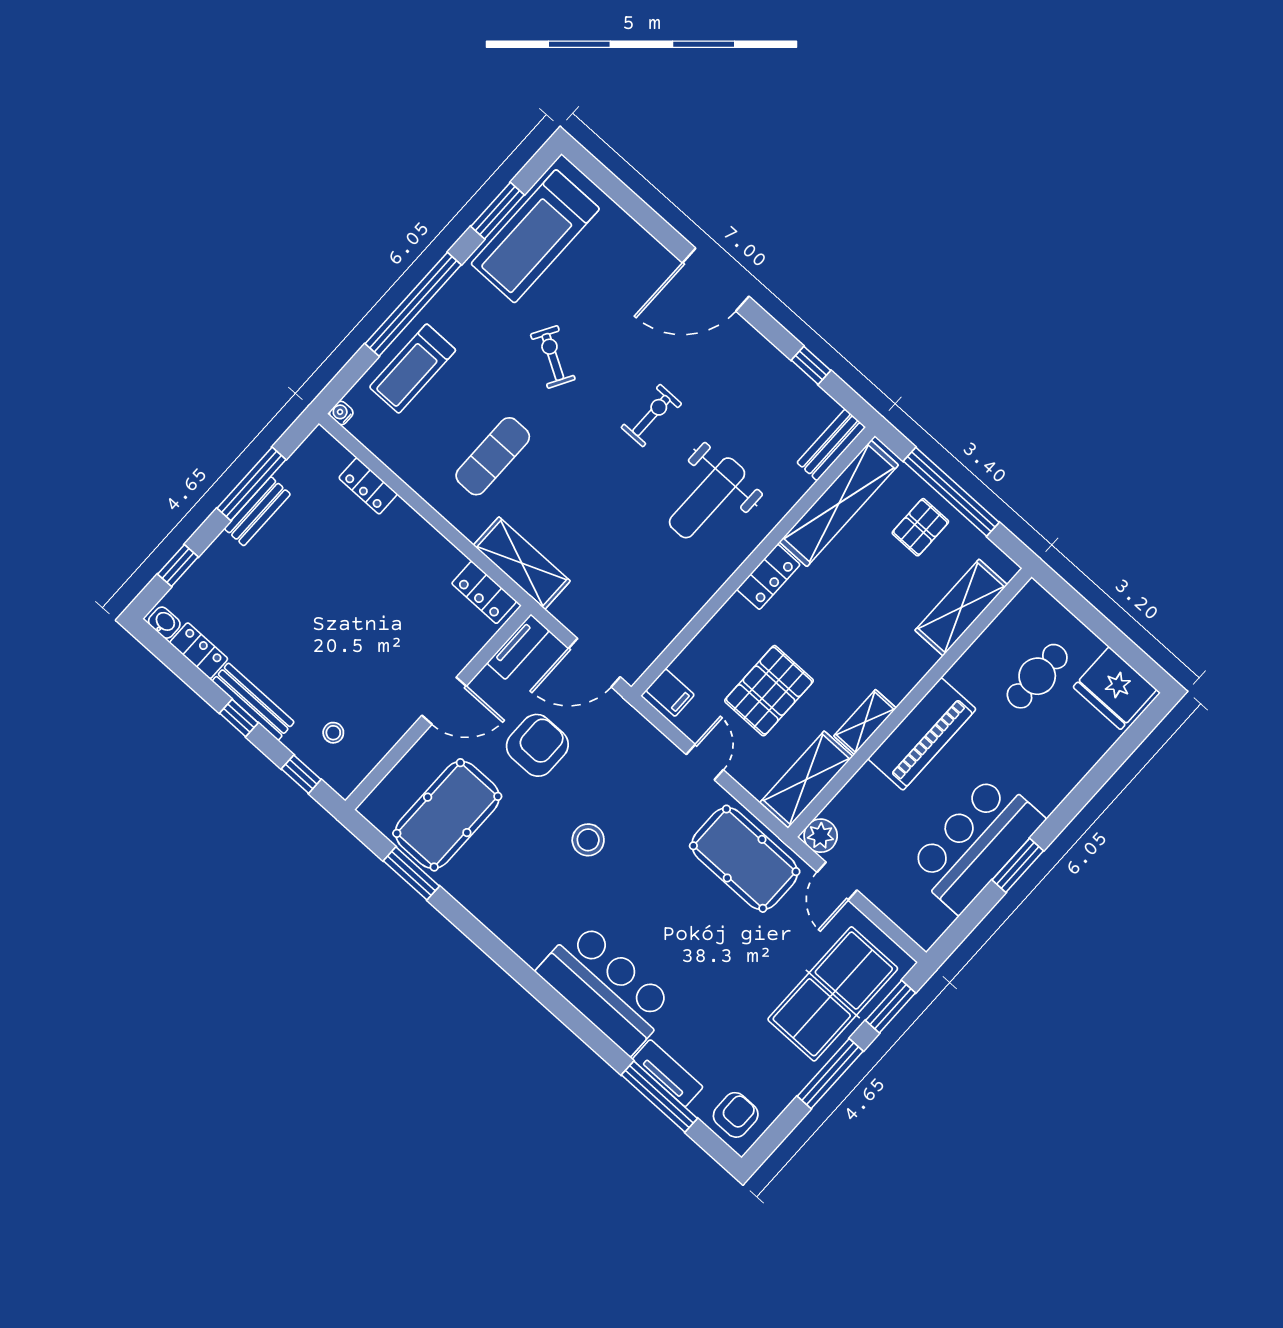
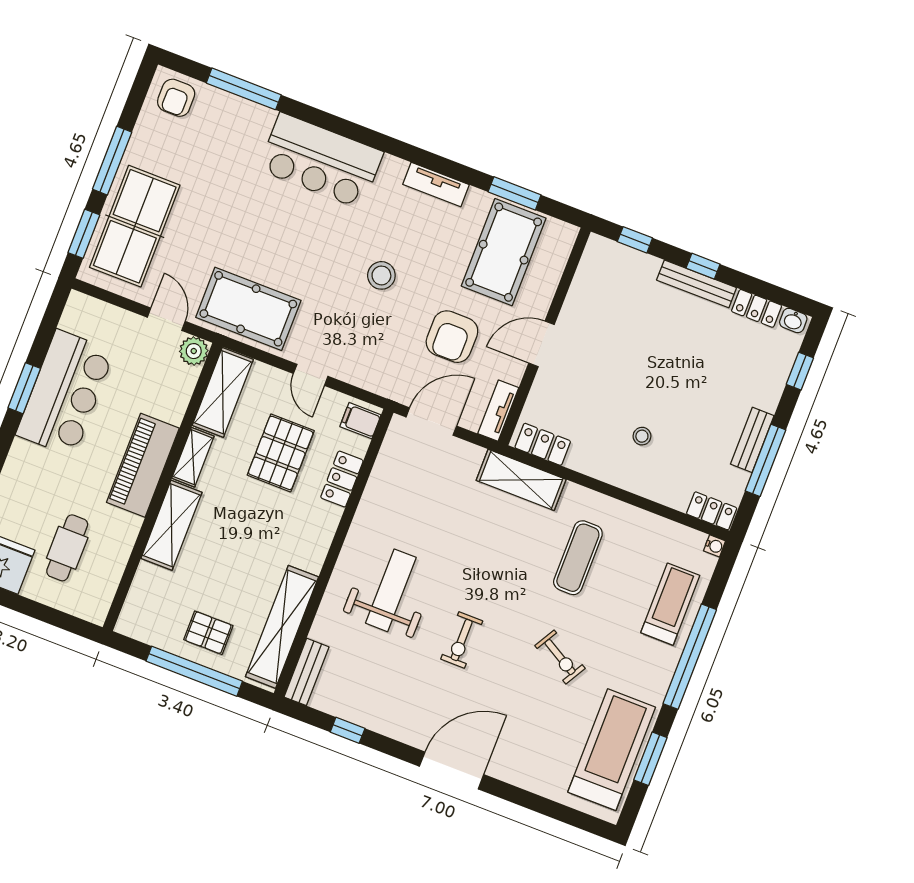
locker: (368, 486) -> (712, 511), moved
pallet: (920, 527) -> (208, 633), turned 90
locker: (768, 577) -> (342, 479), moved
shelving: (961, 608) -> (171, 525), moved
stool: (333, 733) -> (642, 436), moved
tv unit: (668, 1073) -> (436, 185), moved

